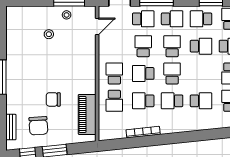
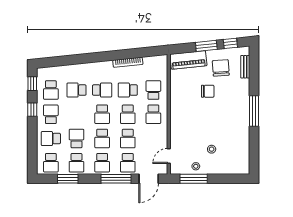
school desk: (143, 19) -> (128, 163), turned -90
school desk: (172, 19) -> (102, 163), turned -90
school desk: (201, 19) -> (76, 163), turned 90
school desk: (201, 46) -> (76, 139), turned 90
school desk: (143, 73) -> (128, 114), turned 90
school desk: (143, 101) -> (128, 90), turned 180
piano: (87, 114) -> (188, 60), moved, turned 84

